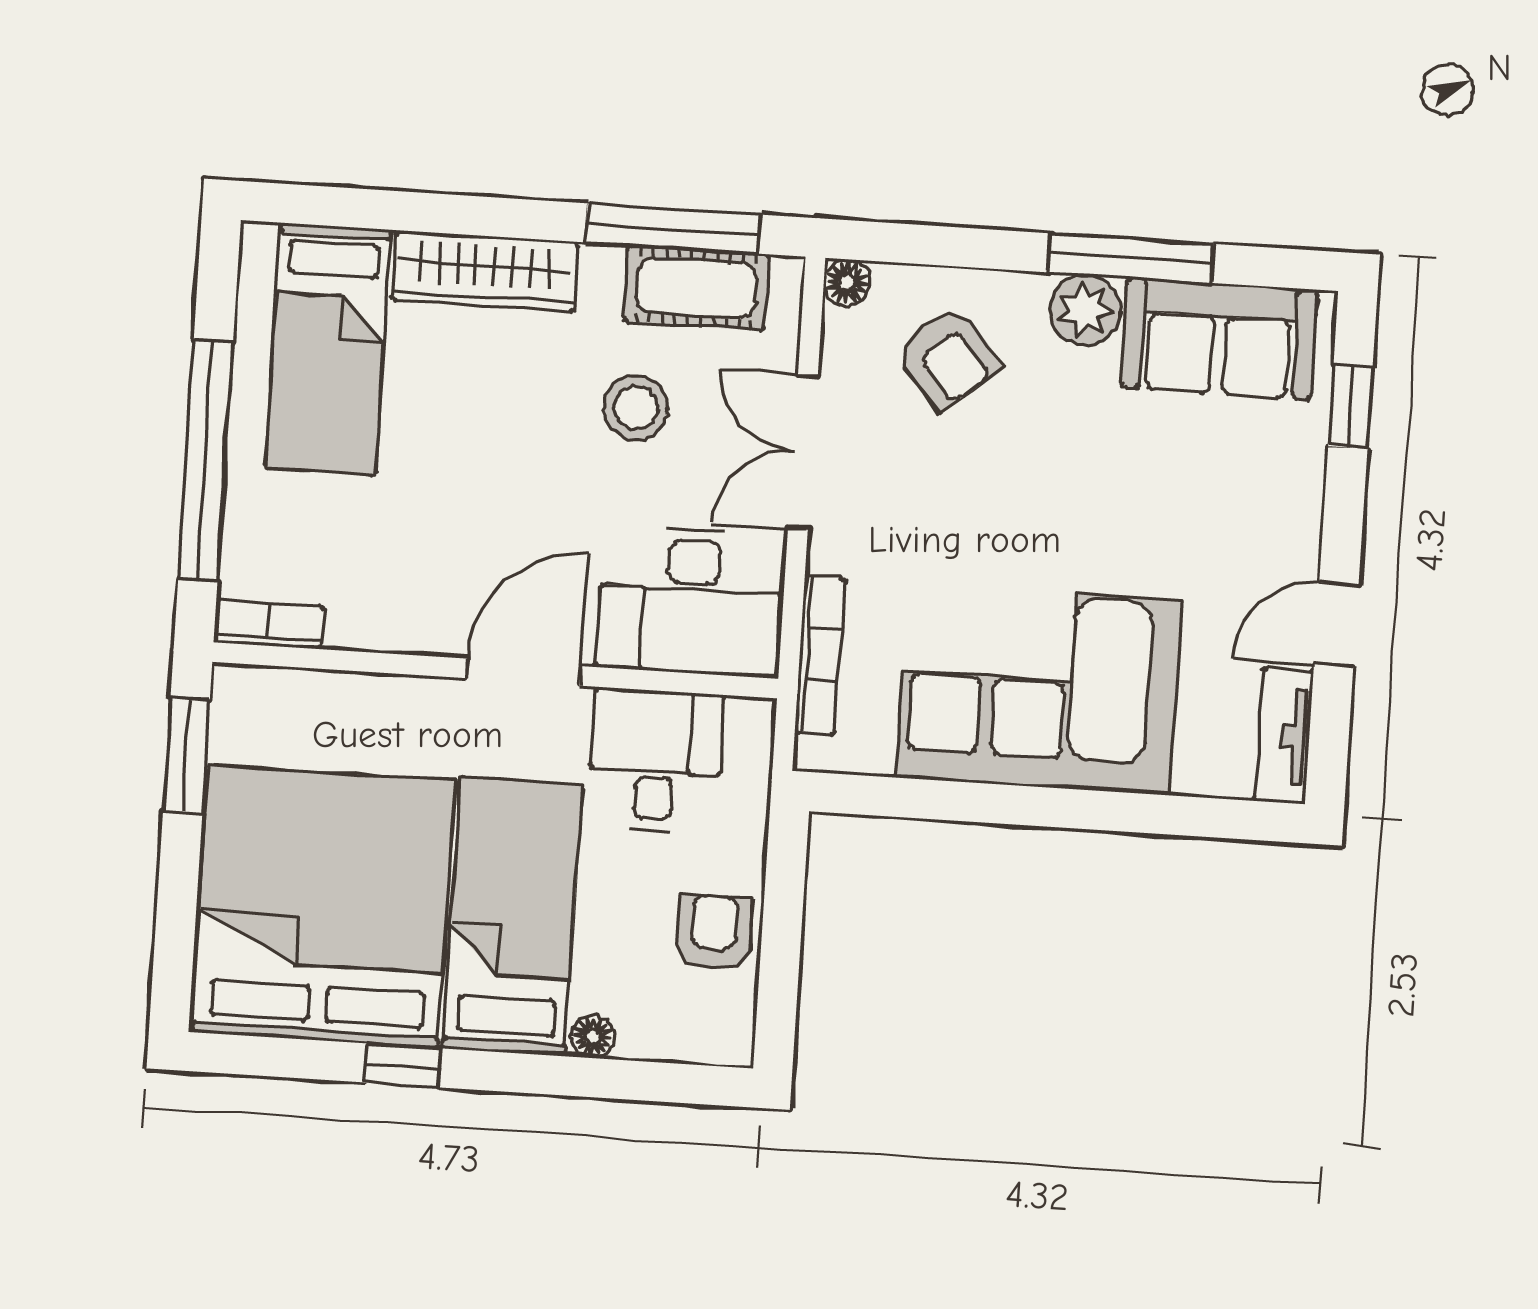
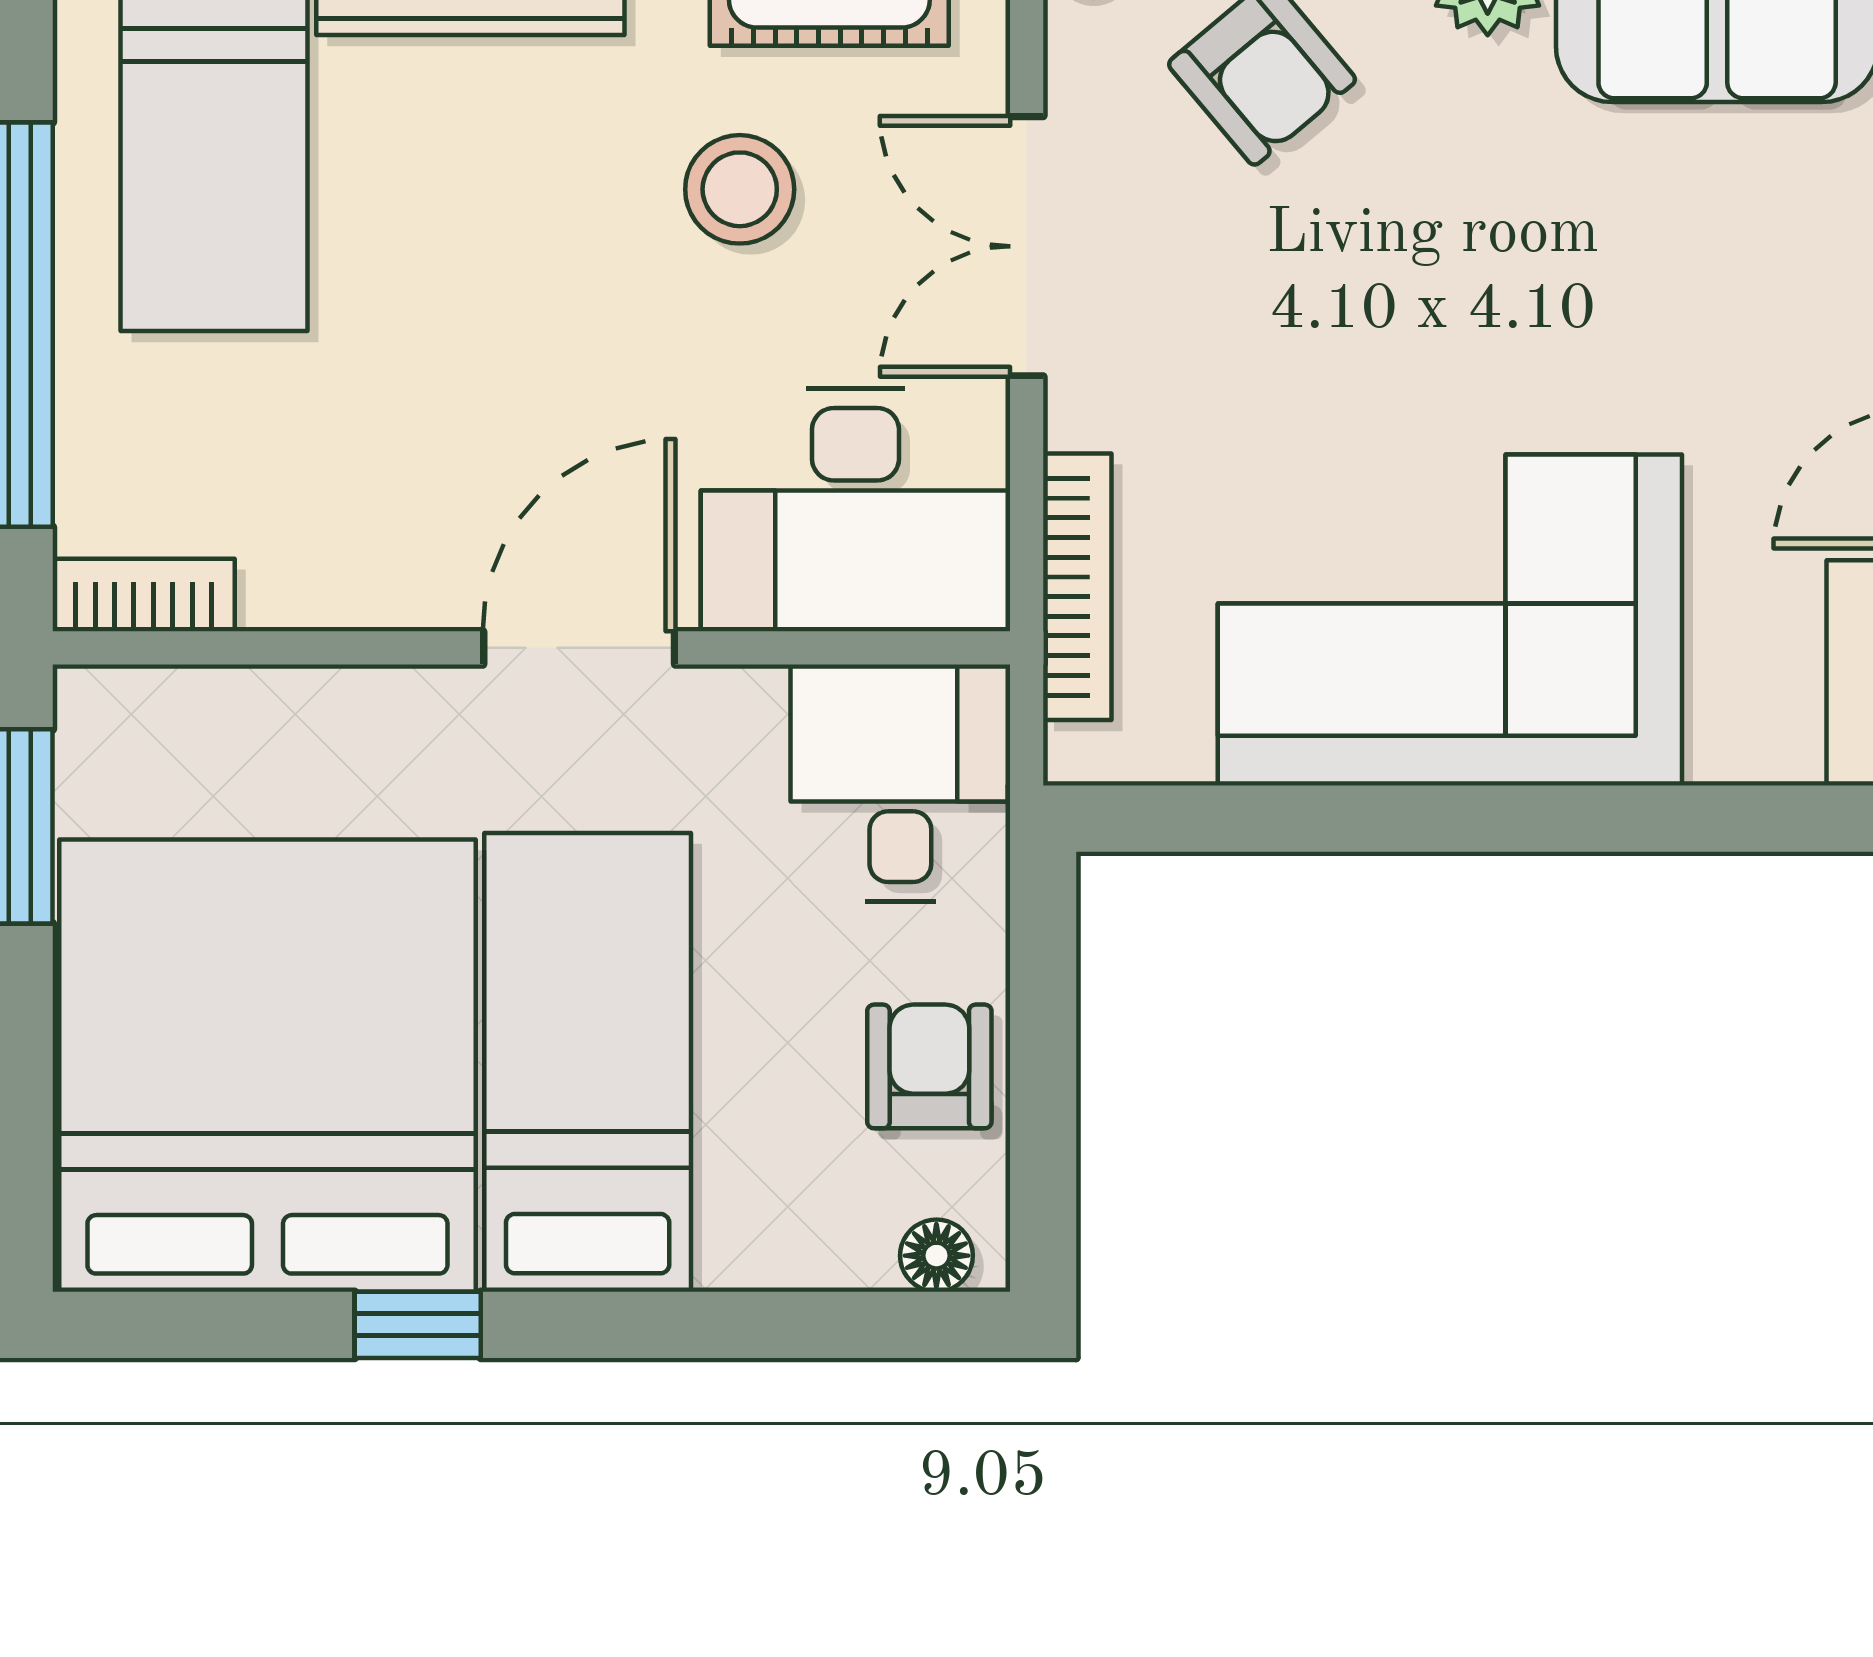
desk: (655, 761) -> (900, 783), moved
floor lamp: (593, 1037) -> (936, 1256), moved

